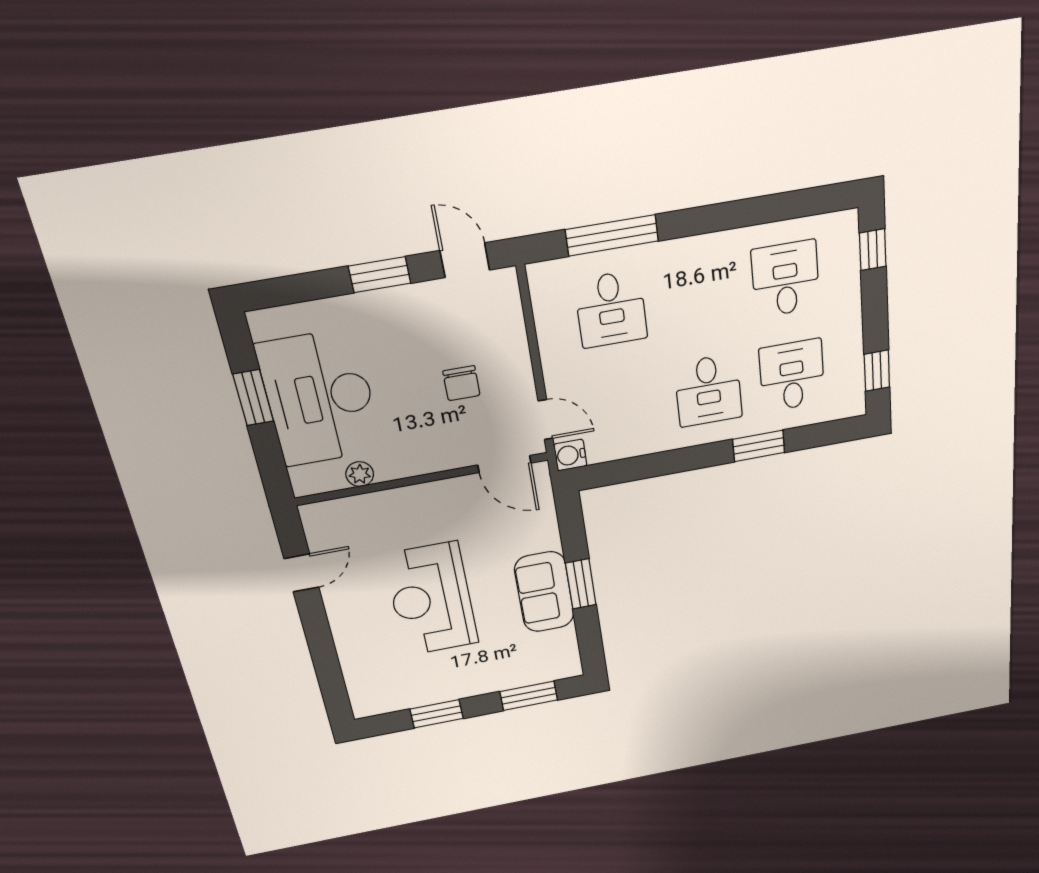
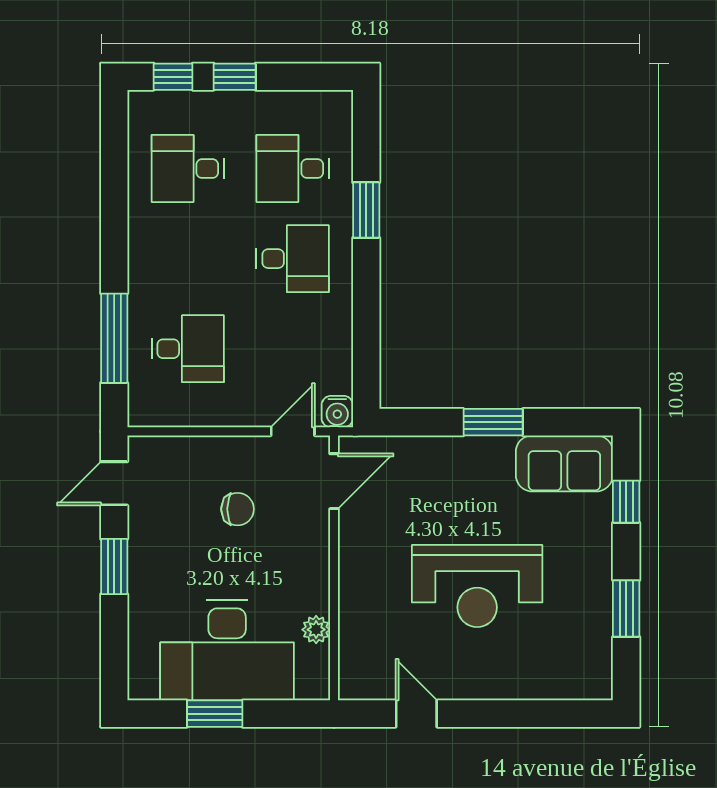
window: (877, 371) -> (235, 77), moved
sofa: (544, 592) -> (564, 463), moved
window: (529, 696) -> (626, 502), width x0.67

